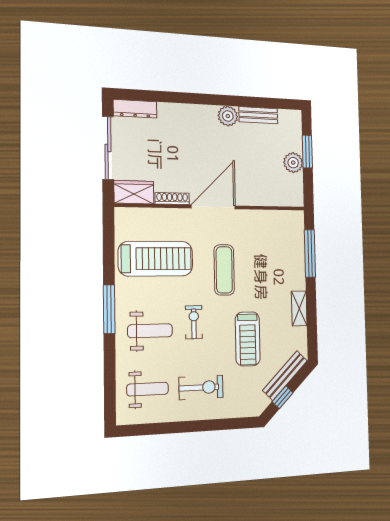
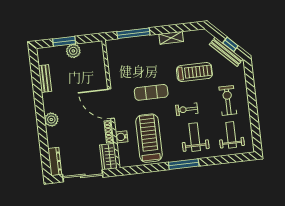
plant: (228, 116) -> (51, 120), moved
water cooler: (162, 217) -> (122, 137), added
bench: (285, 376) -> (226, 52), moved

